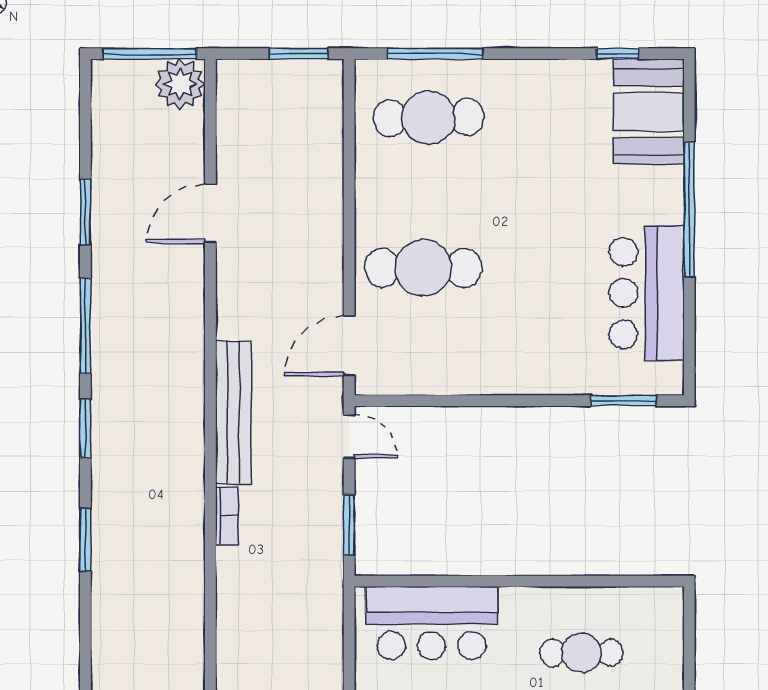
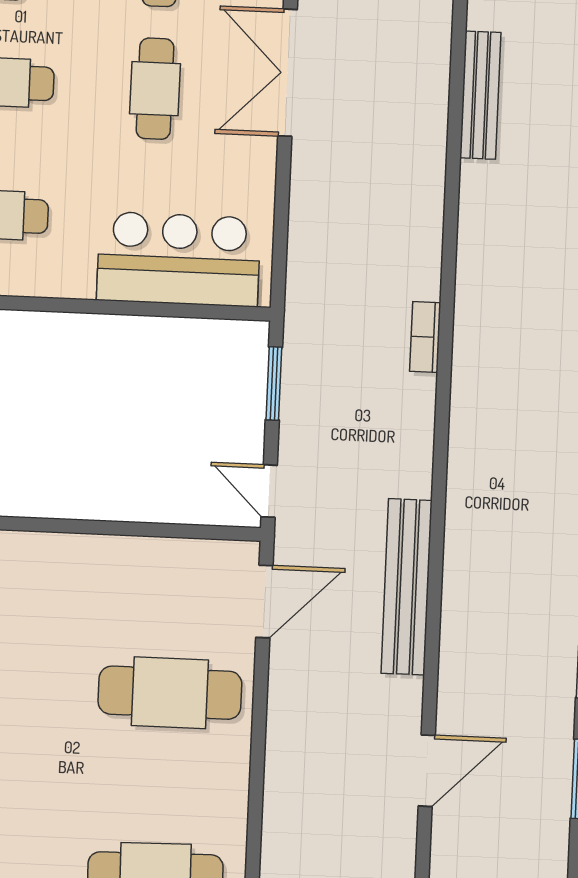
bench: (233, 412) -> (407, 587), moved
bookcase: (227, 516) -> (425, 337), moved

